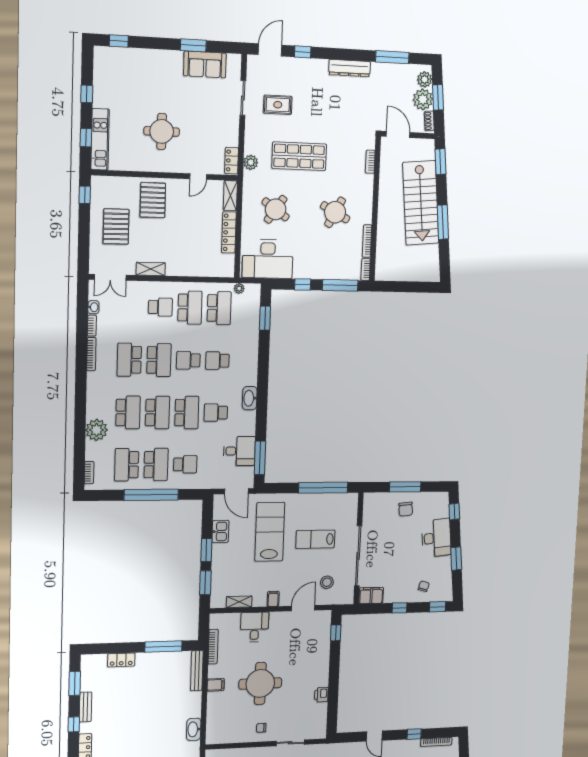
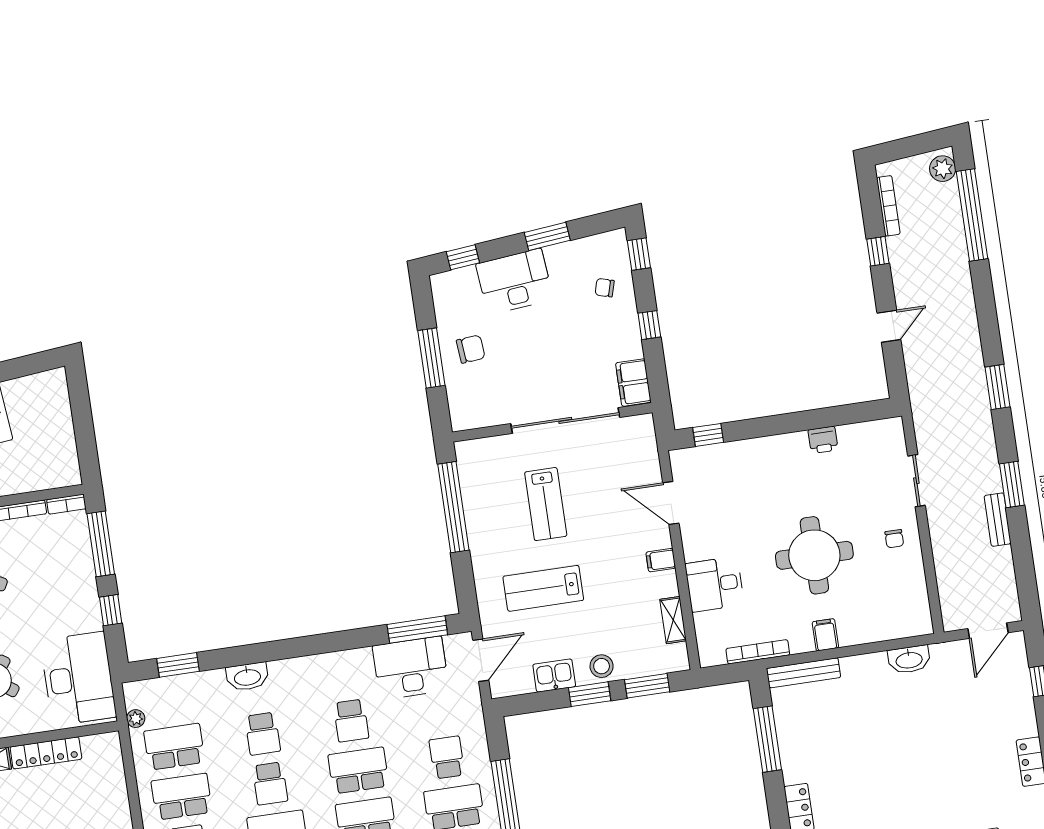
washbasin: (250, 398) -> (247, 677), moved
desk: (239, 451) -> (411, 668), width x1.37
lab bench: (270, 532) -> (543, 588), width x0.73, depth x0.72
stool: (327, 582) -> (602, 666), moved

